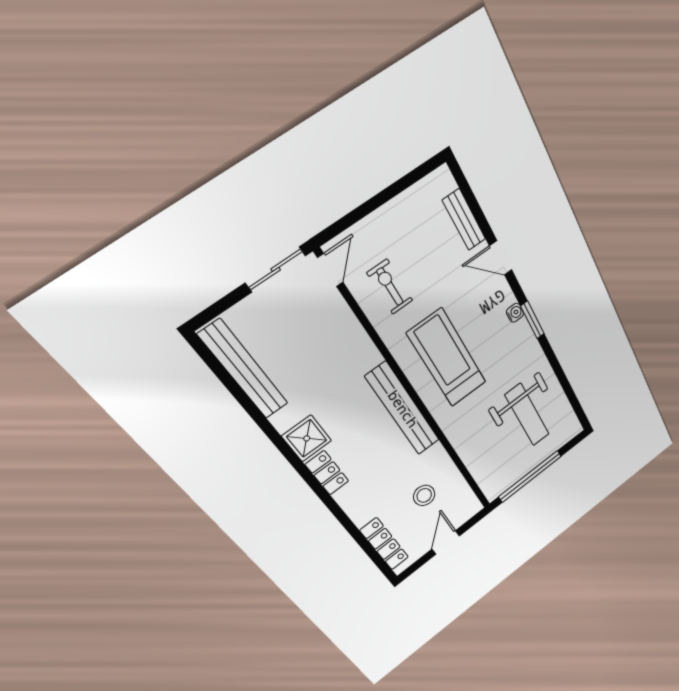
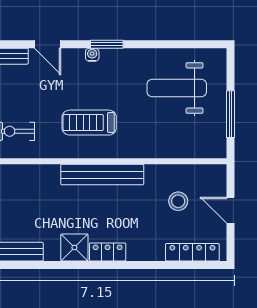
door: (501, 258) -> (48, 44), hinge flipped
treadmill: (447, 358) -> (89, 123), width x0.73, depth x0.73
weight bench: (527, 415) -> (177, 88), turned 180
window: (530, 476) -> (230, 114), width x0.68

